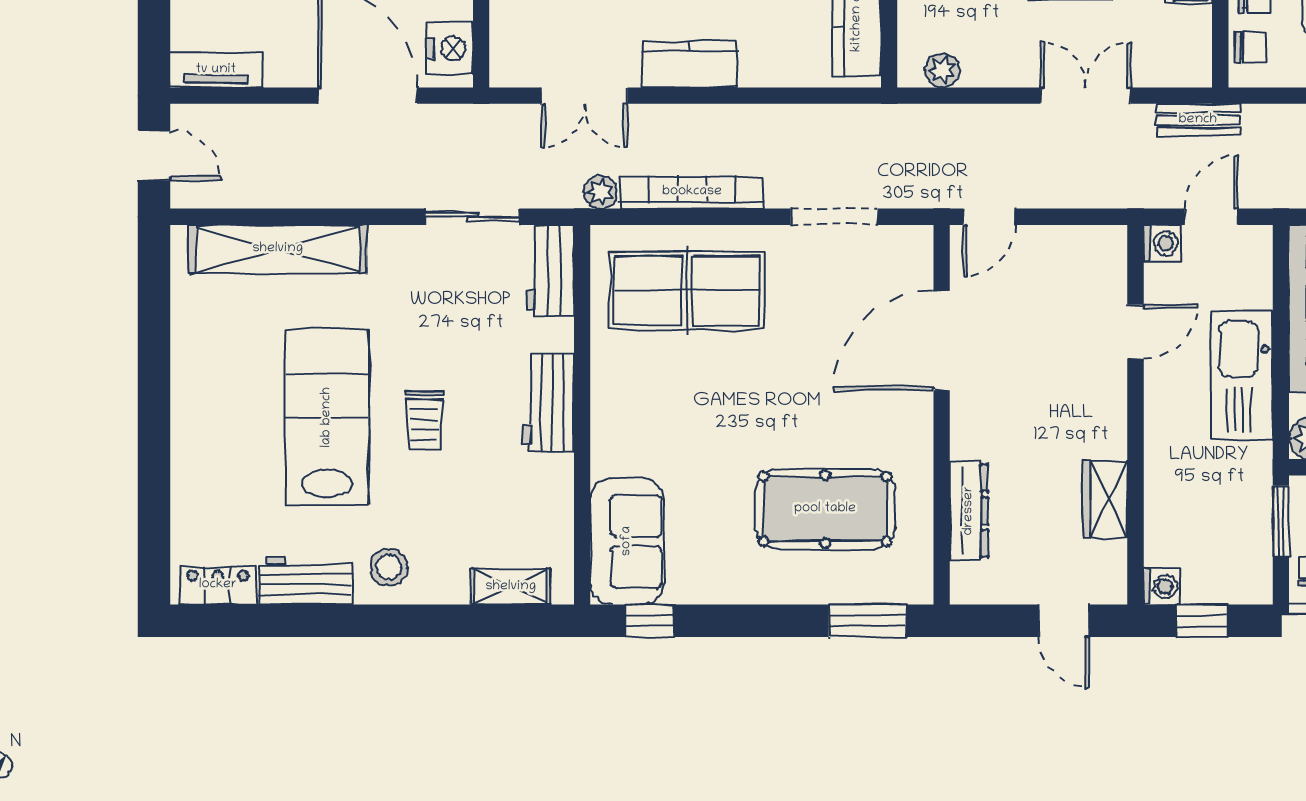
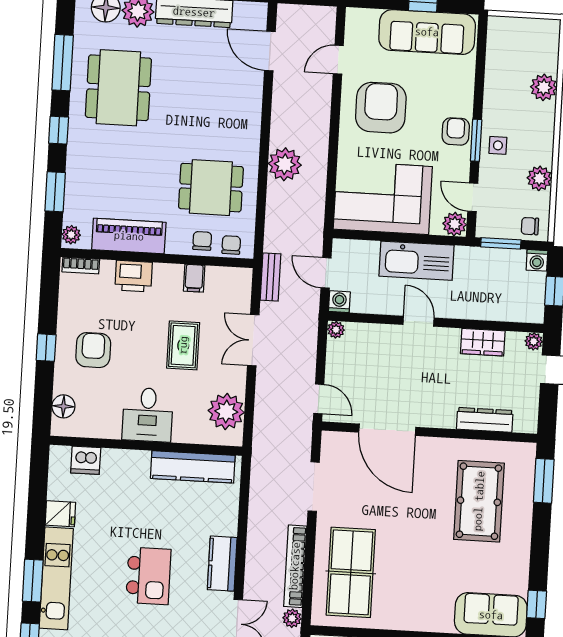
plant: (942, 70) -> (226, 411), width x1.87, depth x1.87
plant: (1112, 240) -> (336, 330), added
door: (1135, 332) -> (418, 321), moved
washing machine: (1162, 586) -> (537, 260), moved, turned 180
plant: (1112, 589) -> (534, 341), added

